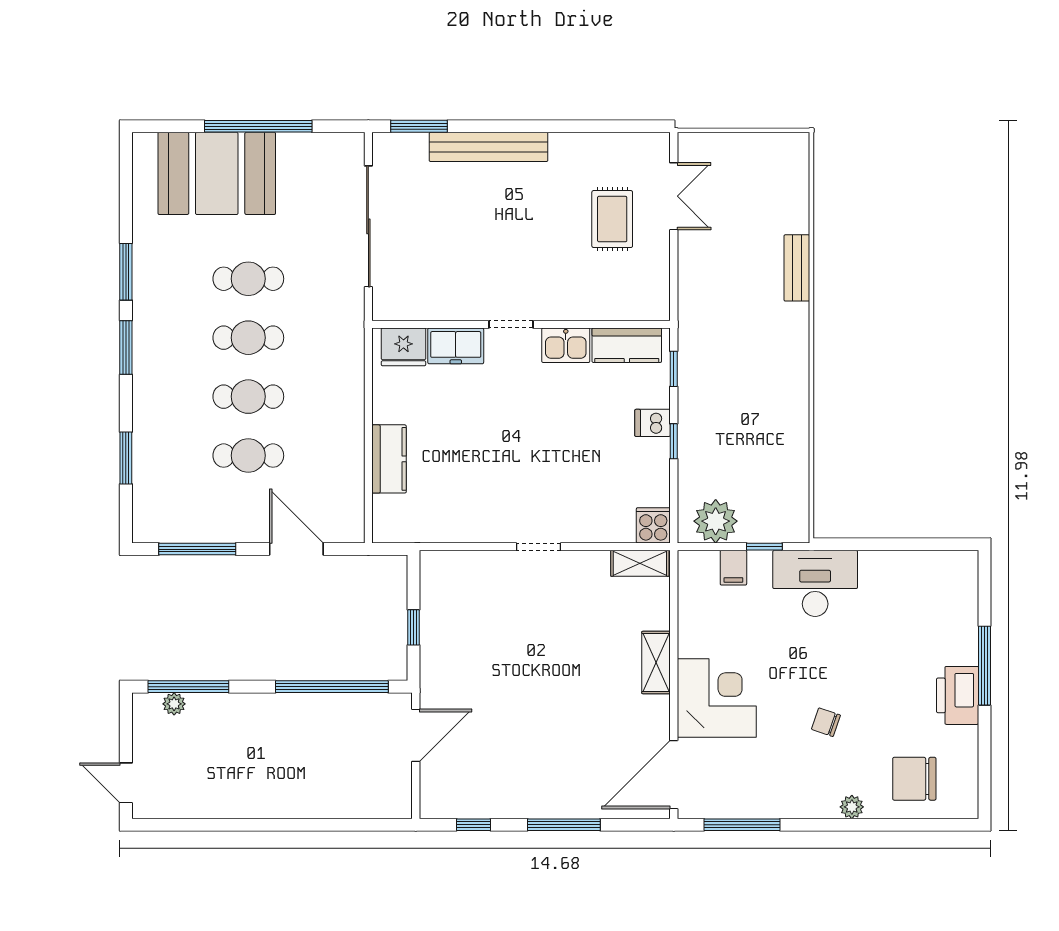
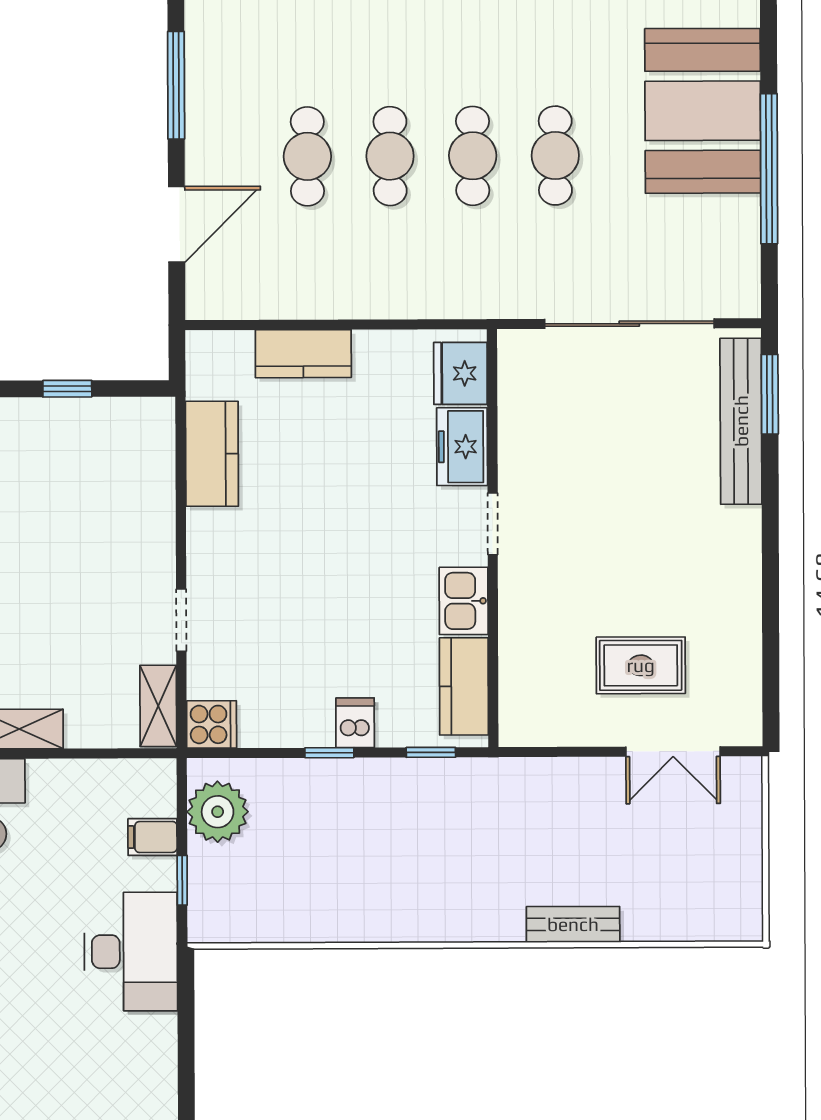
bench: (489, 147) -> (741, 421), moved
kitchen counter: (460, 524) -> (212, 454), added
doorway: (538, 547) -> (181, 620), moved

